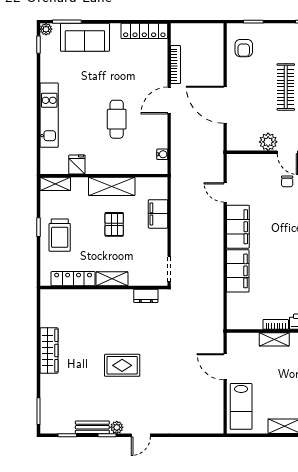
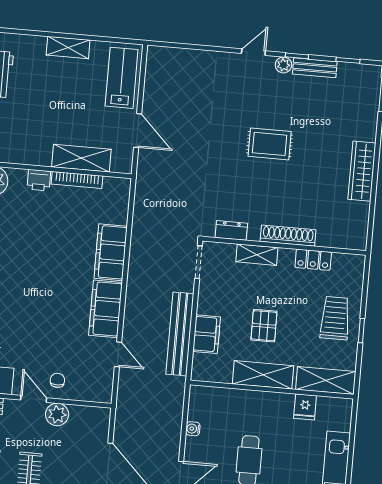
water cooler: (162, 154) -> (193, 429), moved
chair: (287, 181) -> (57, 380), moved
shelving: (55, 184) -> (326, 381), width x1.50, depth x1.33
bench: (179, 212) -> (180, 334), added
locker: (73, 279) -> (313, 260), width x0.66
shelving: (112, 279) -> (257, 255), moved
shoe rack: (102, 296) -> (288, 236), added
bookcase: (276, 324) -> (77, 180), width x1.56
shelving: (274, 339) -> (81, 158), width x1.50, depth x1.33

